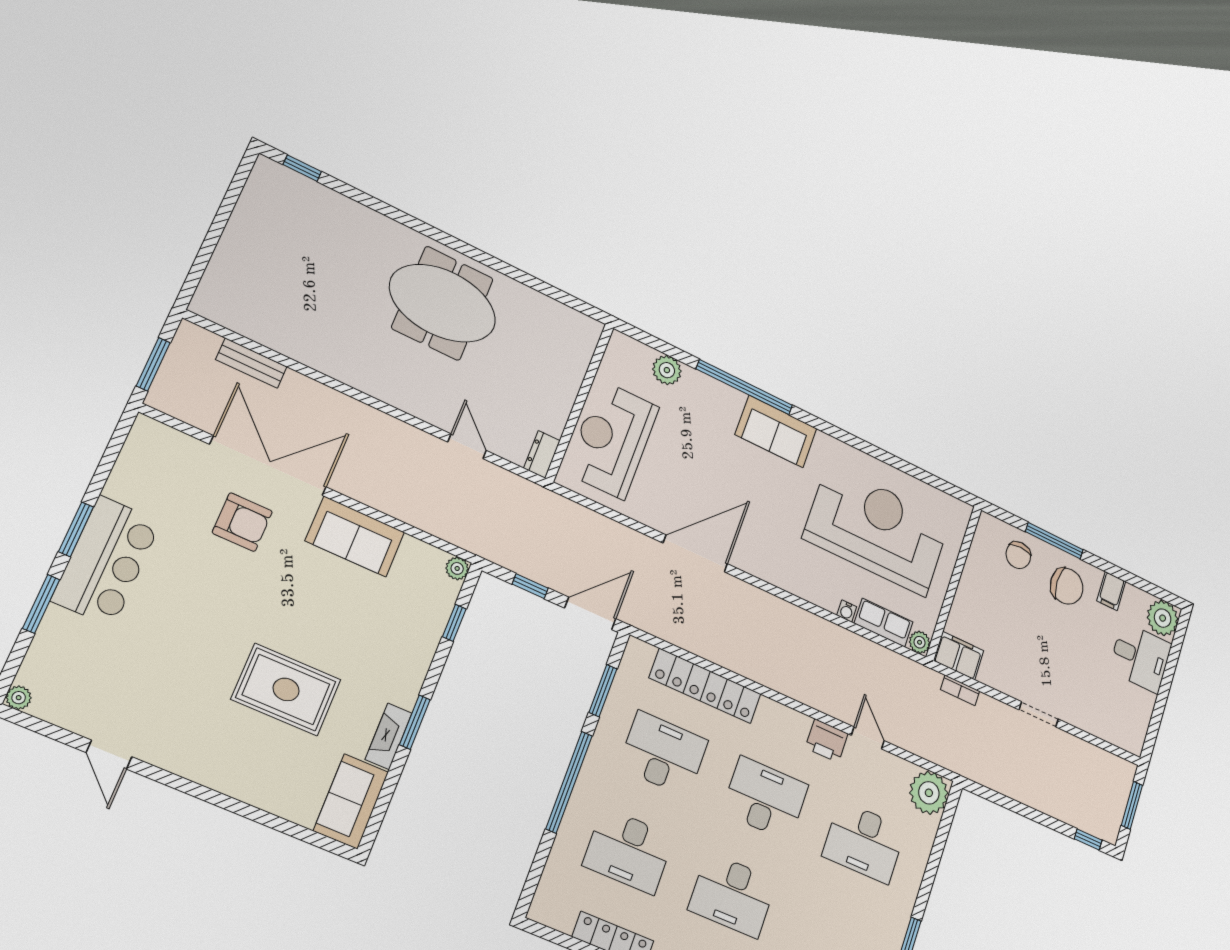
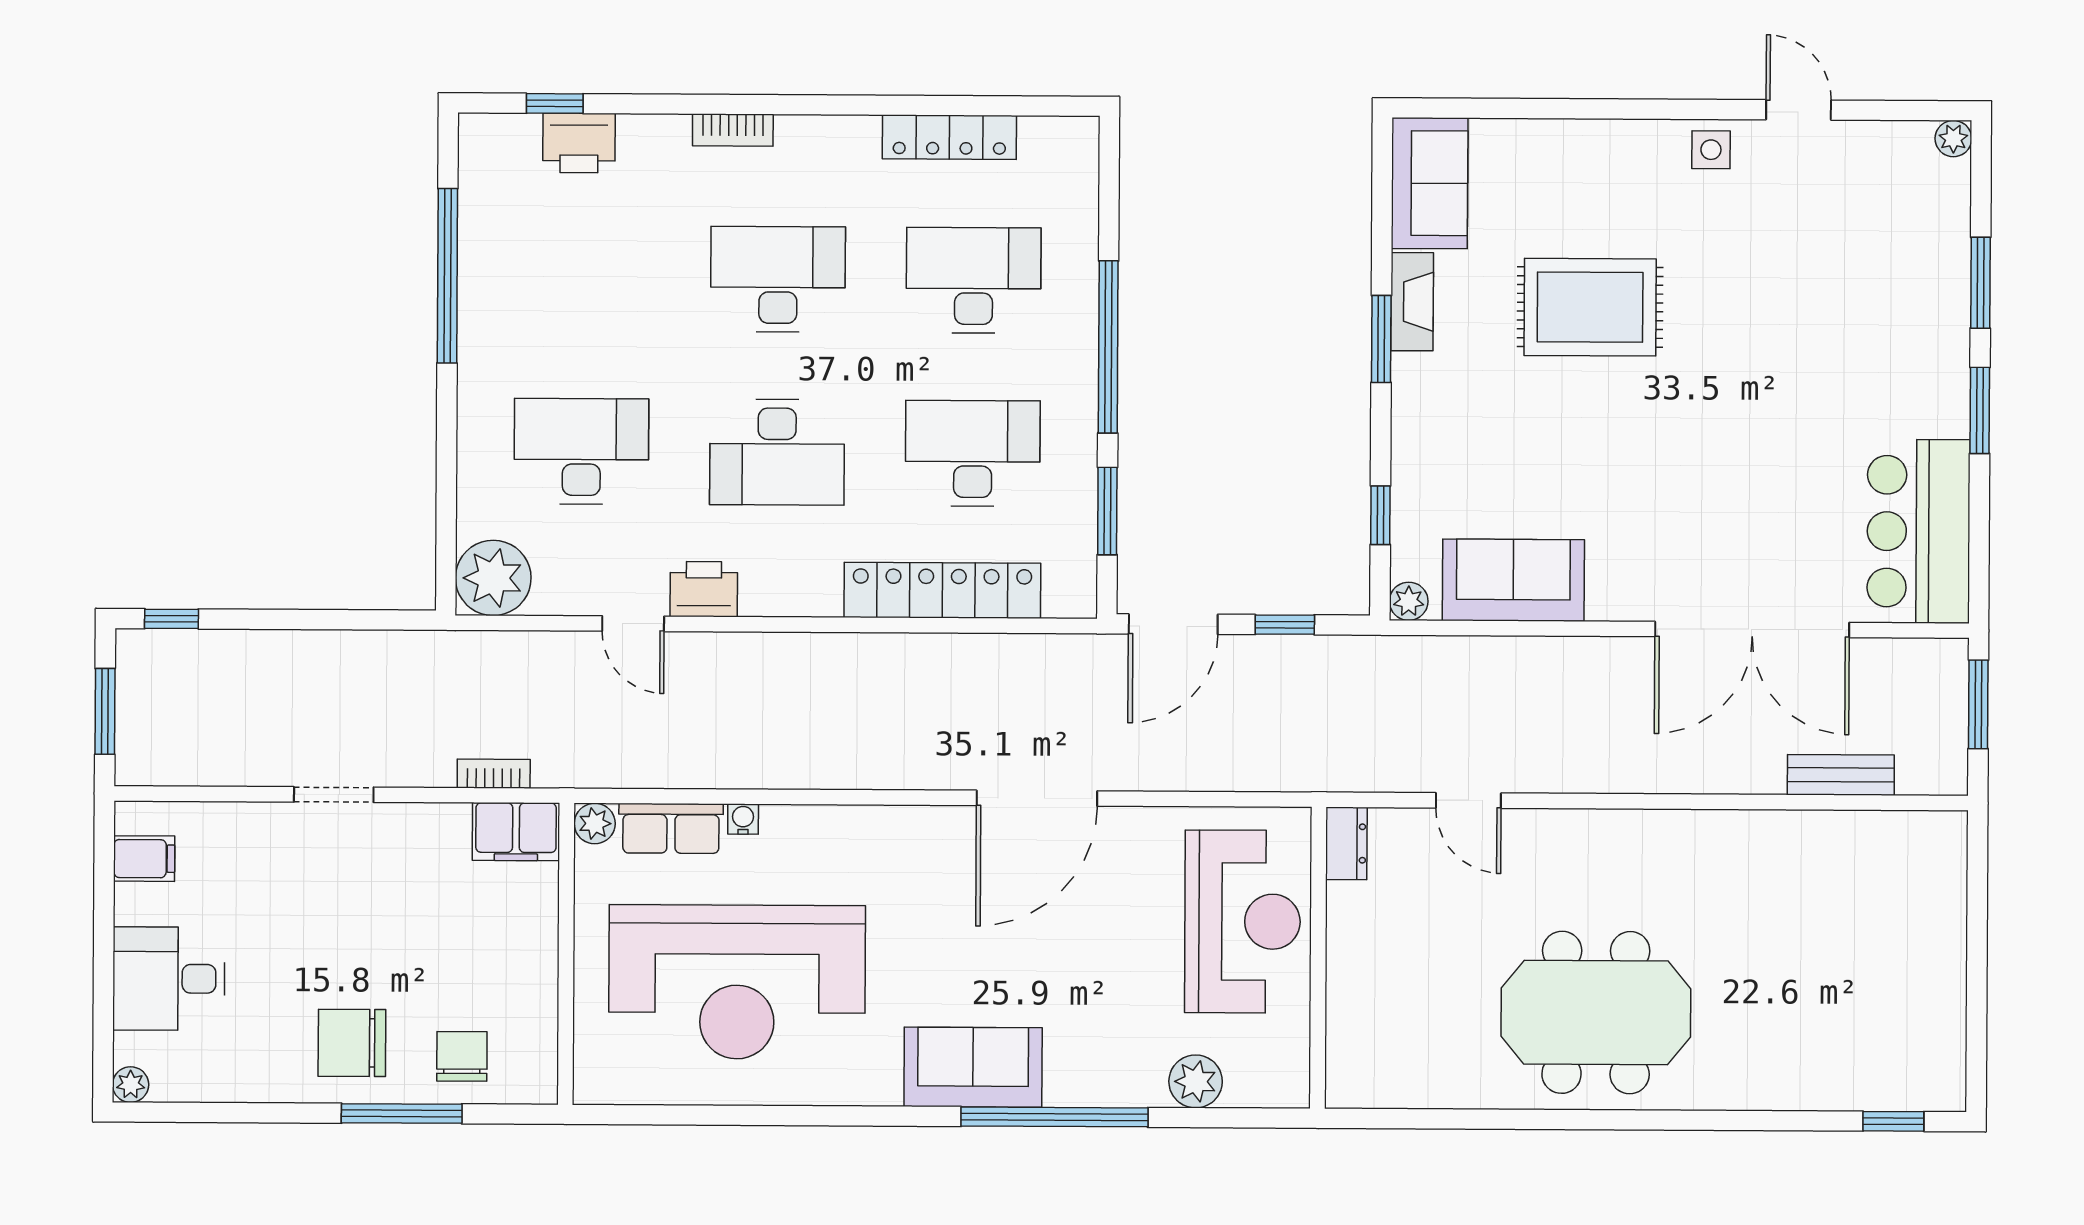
armchair: (242, 522) -> (1754, 527), removed
sofa: (355, 537) -> (1513, 580), moved
bar counter: (106, 561) -> (1918, 531), moved
filing cabinet: (1111, 591) -> (144, 859), moved, turned 90
plant: (1163, 618) -> (131, 1085), width x0.53, depth x0.53
side table: (174, 753) -> (1711, 150), added
desk: (663, 754) -> (973, 453), turned 180

